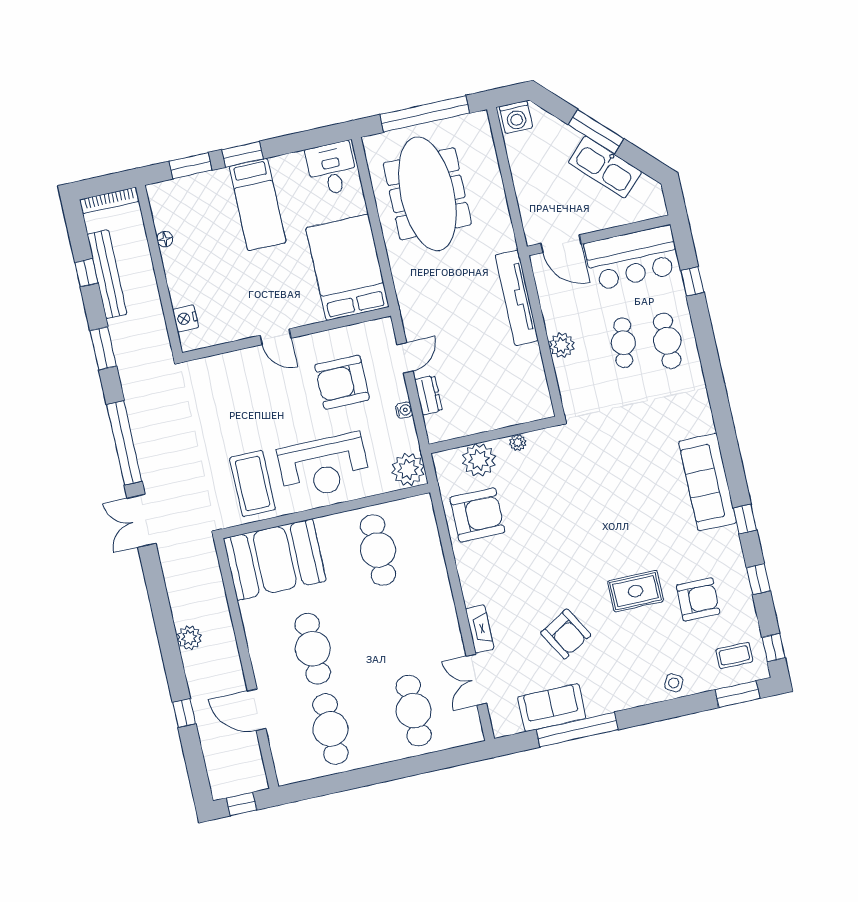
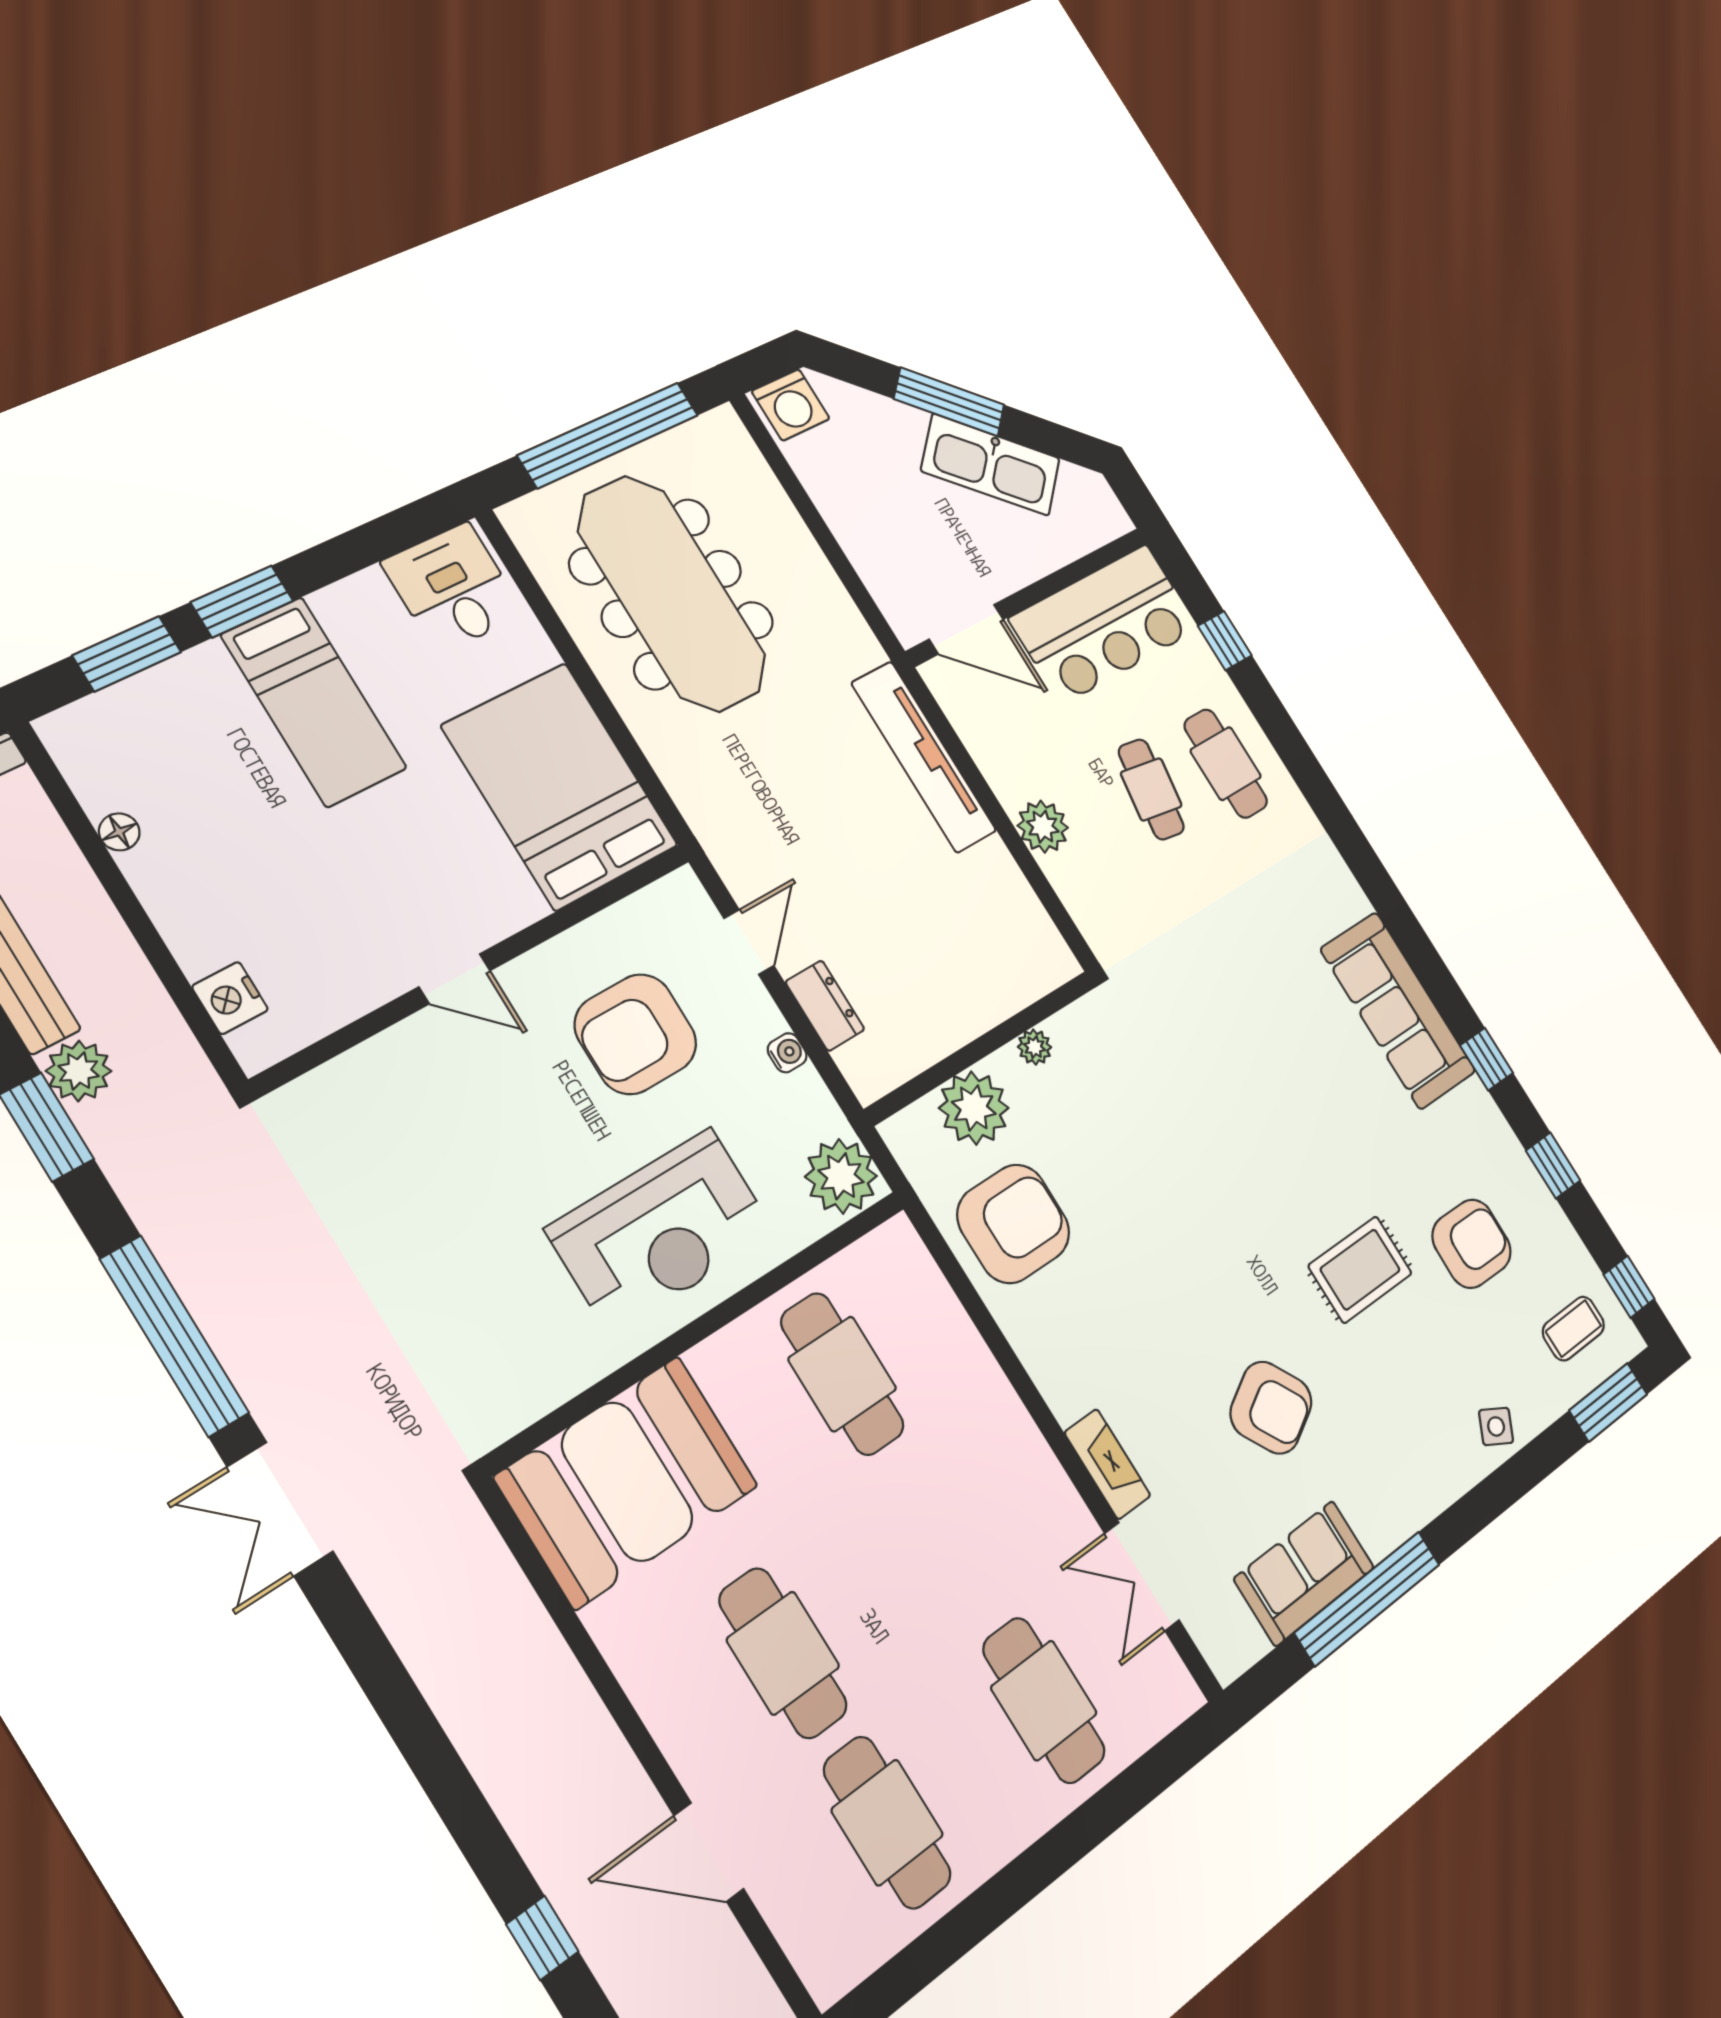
coffee table: (252, 484) -> (516, 1325), removed
plant: (189, 638) -> (79, 1071), moved

